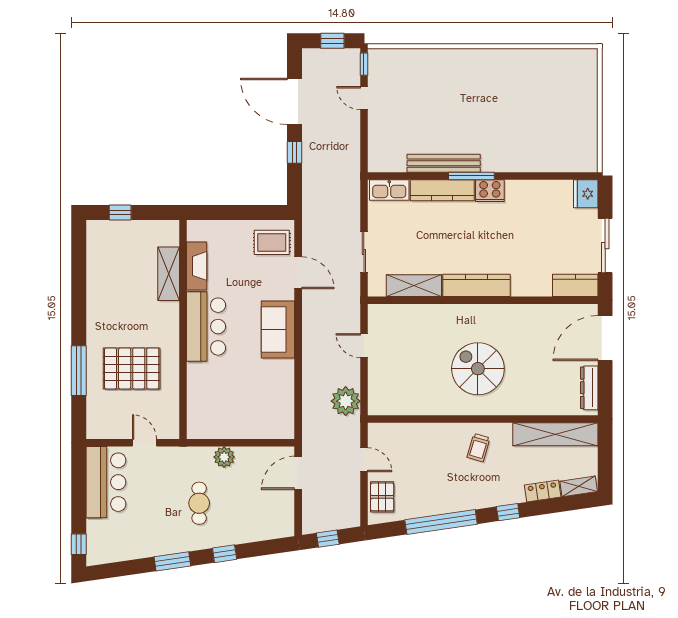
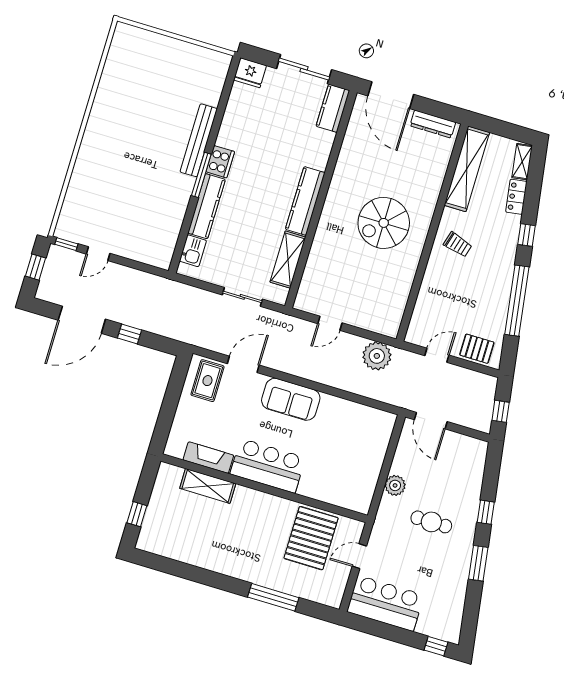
bench: (444, 163) -> (199, 140), moved
kitchen sink: (389, 190) -> (193, 251), width x0.73
pallet: (132, 368) -> (311, 538), moved

